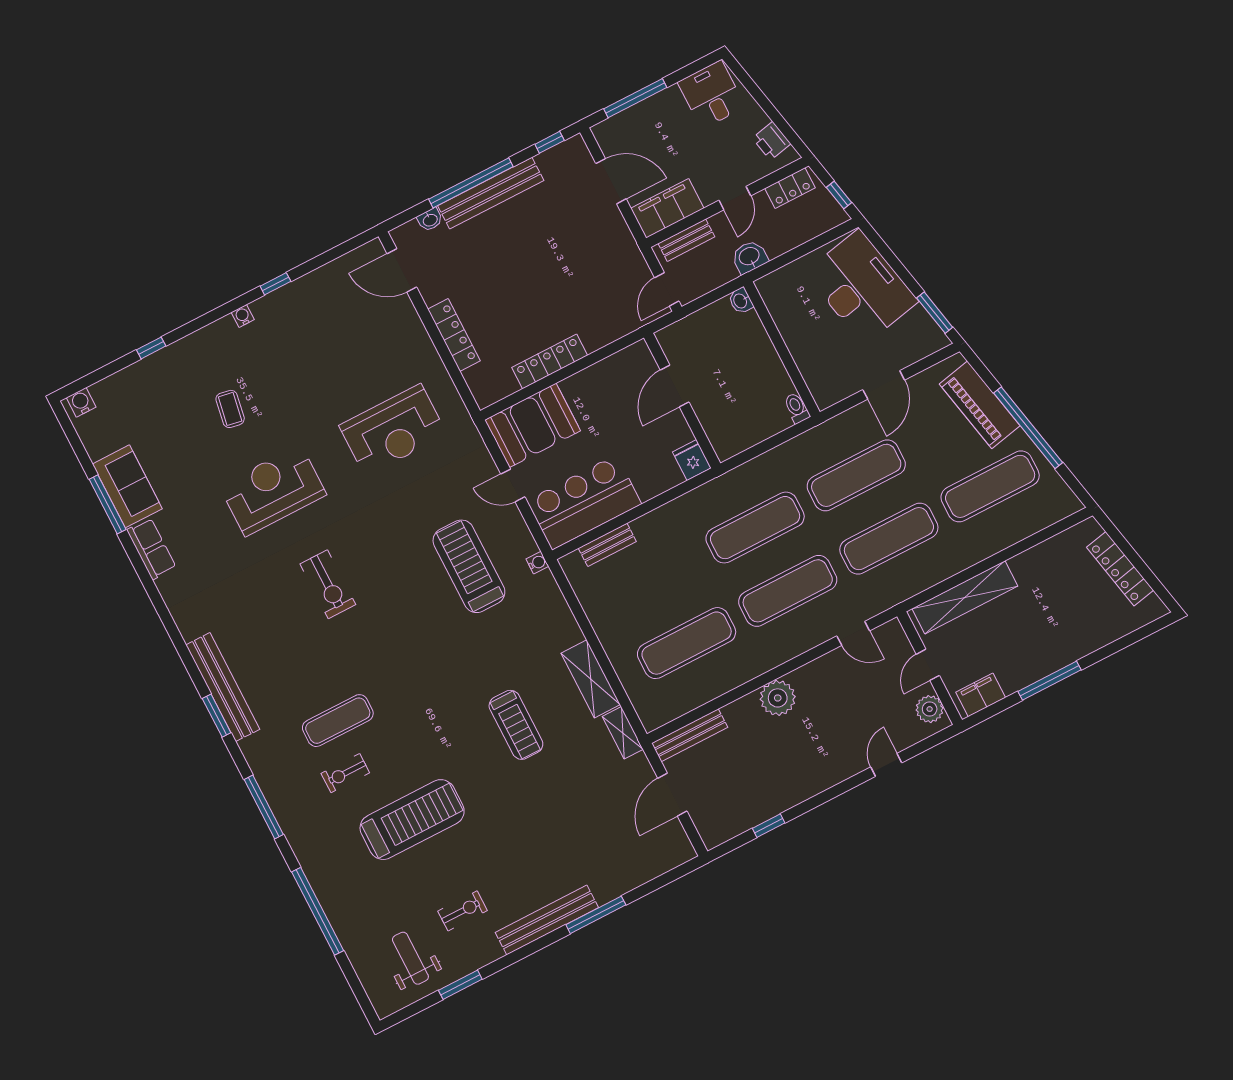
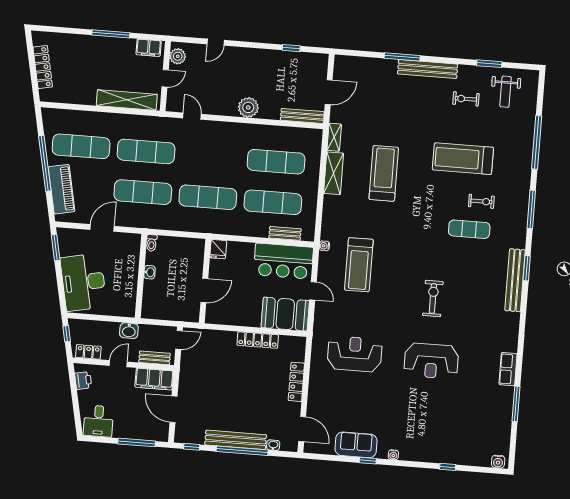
washbasin: (741, 301) -> (150, 272), moved
coffee table: (230, 409) -> (428, 413), removed
sofa: (127, 486) -> (356, 445), moved, turned 90
exercise mat: (788, 591) -> (273, 202), moved
treadmill: (516, 725) -> (384, 173), width x1.37, depth x1.38

